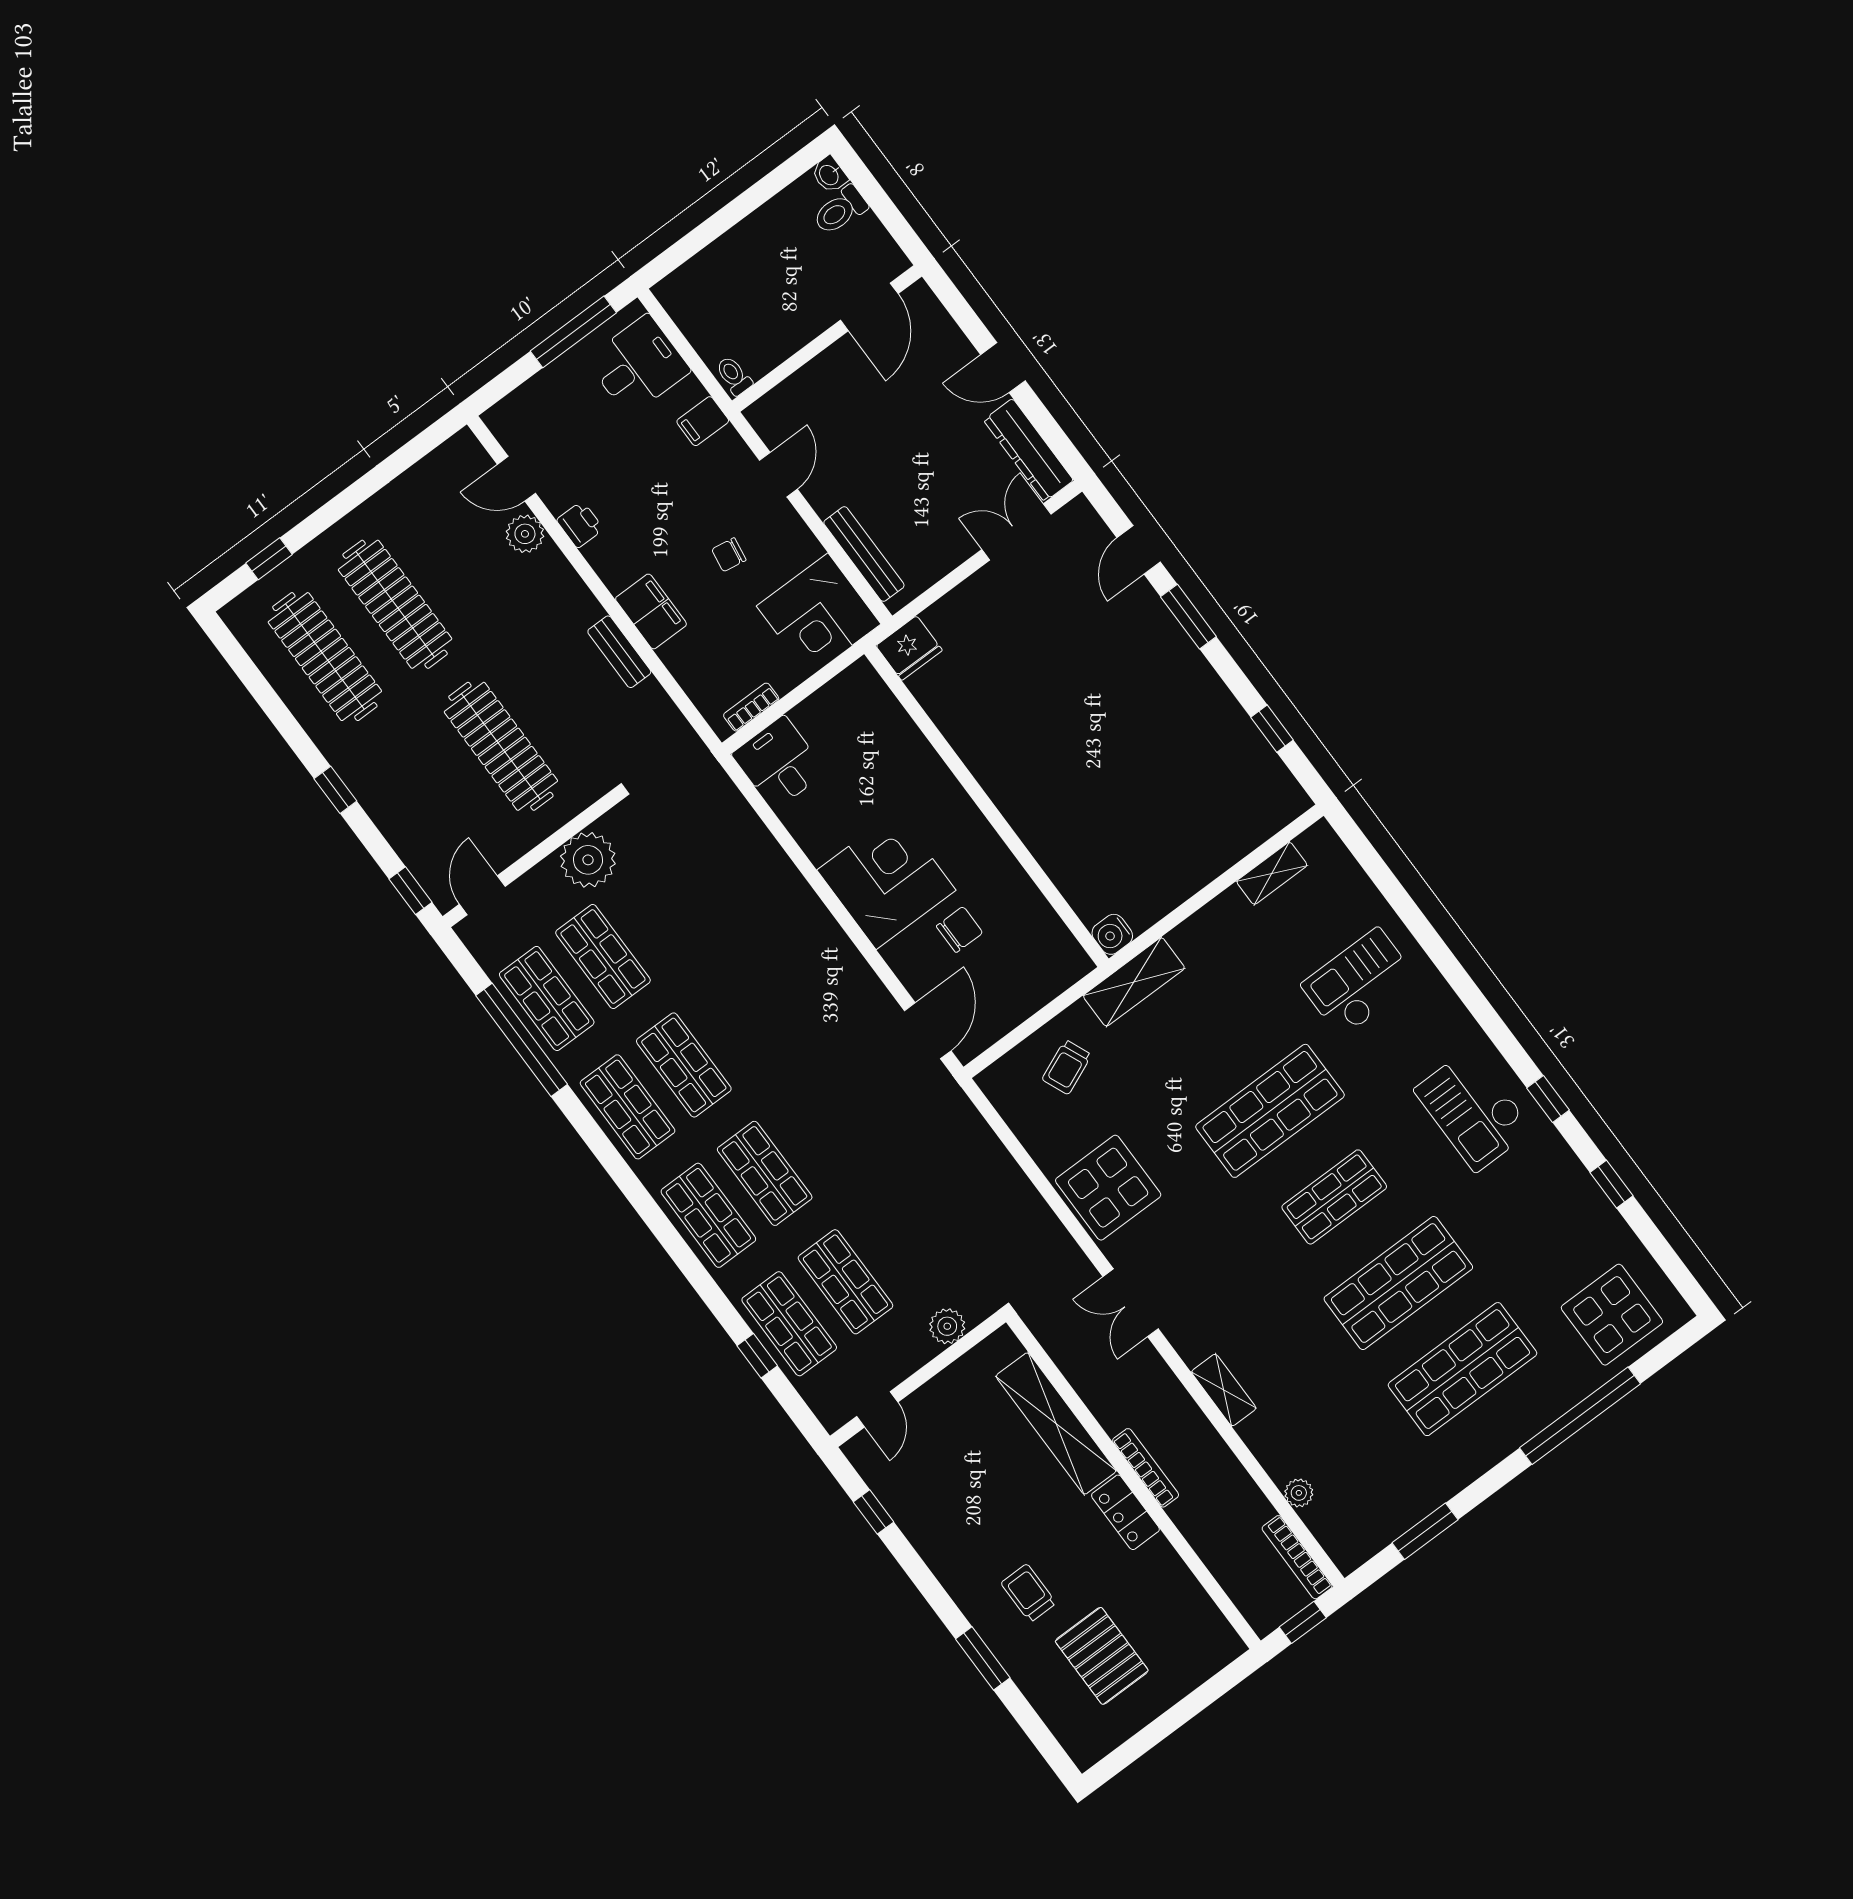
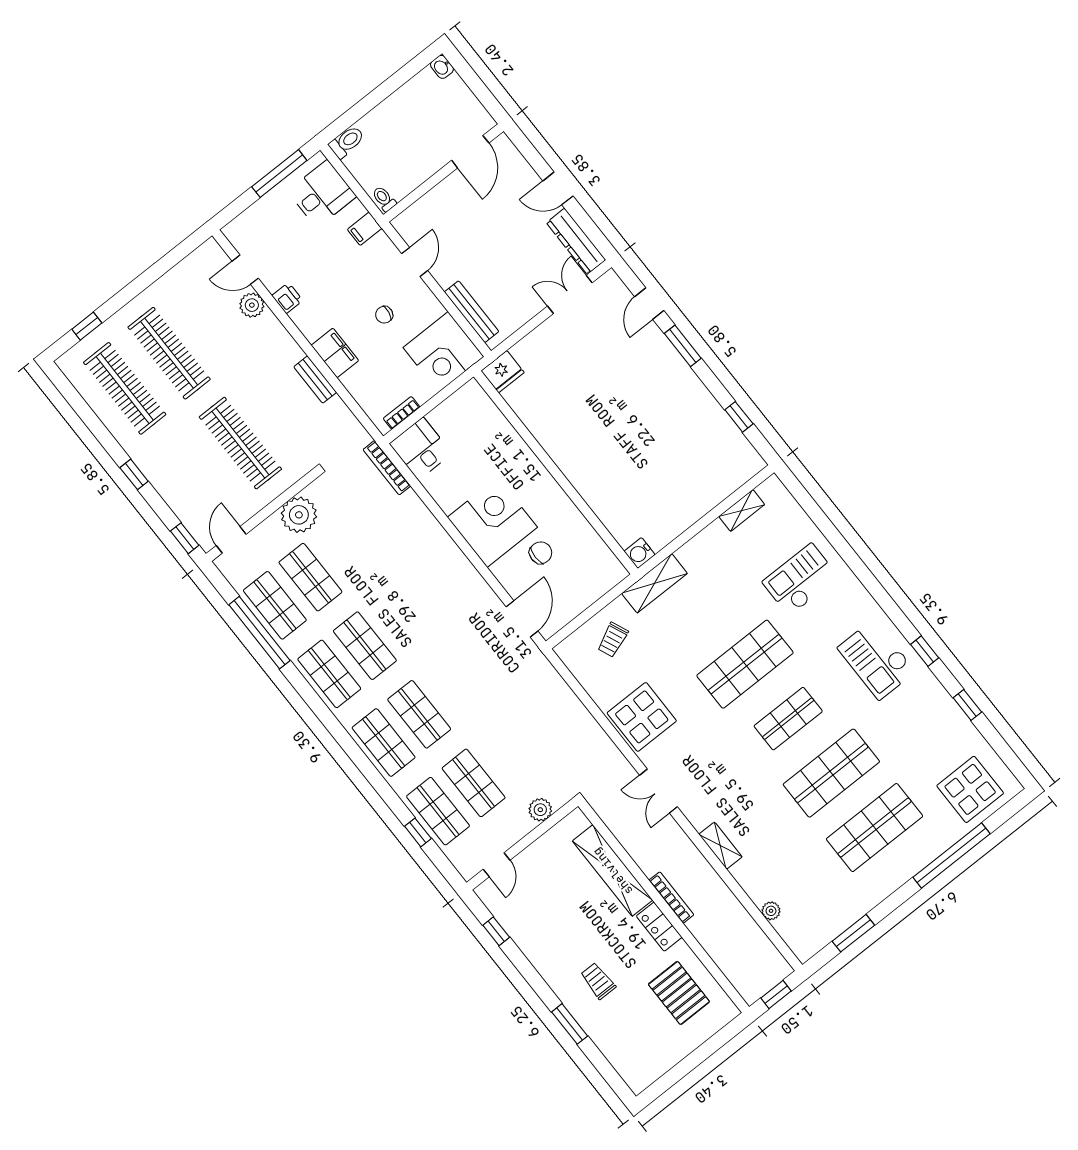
toilet: (840, 210) -> (347, 142), moved, turned 180
bookcase: (1297, 1557) -> (387, 468), moved
pallet: (1102, 1656) -> (679, 993), moved

